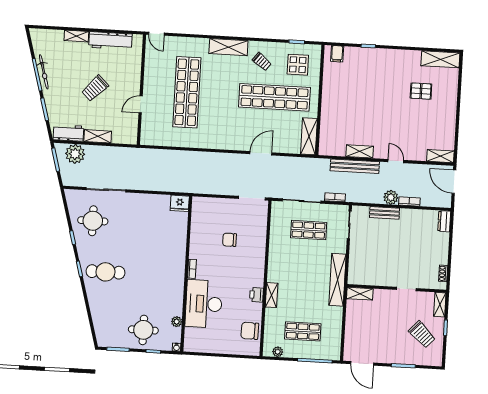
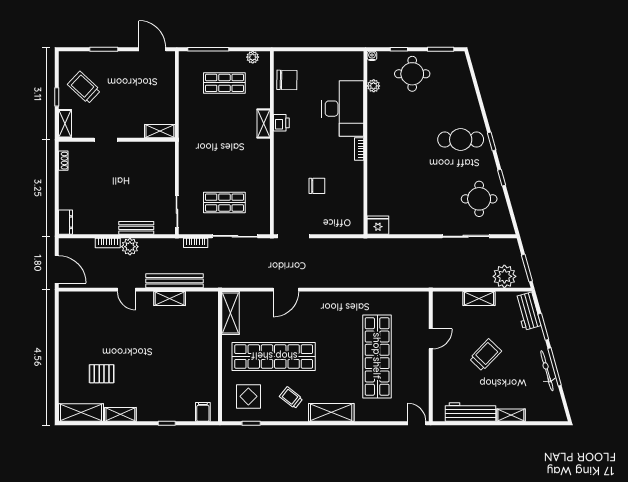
workbench: (68, 133) -> (528, 311), moved, turned 74
shelving: (440, 156) -> (120, 414), moved
shelving: (337, 280) -> (187, 146), removed

